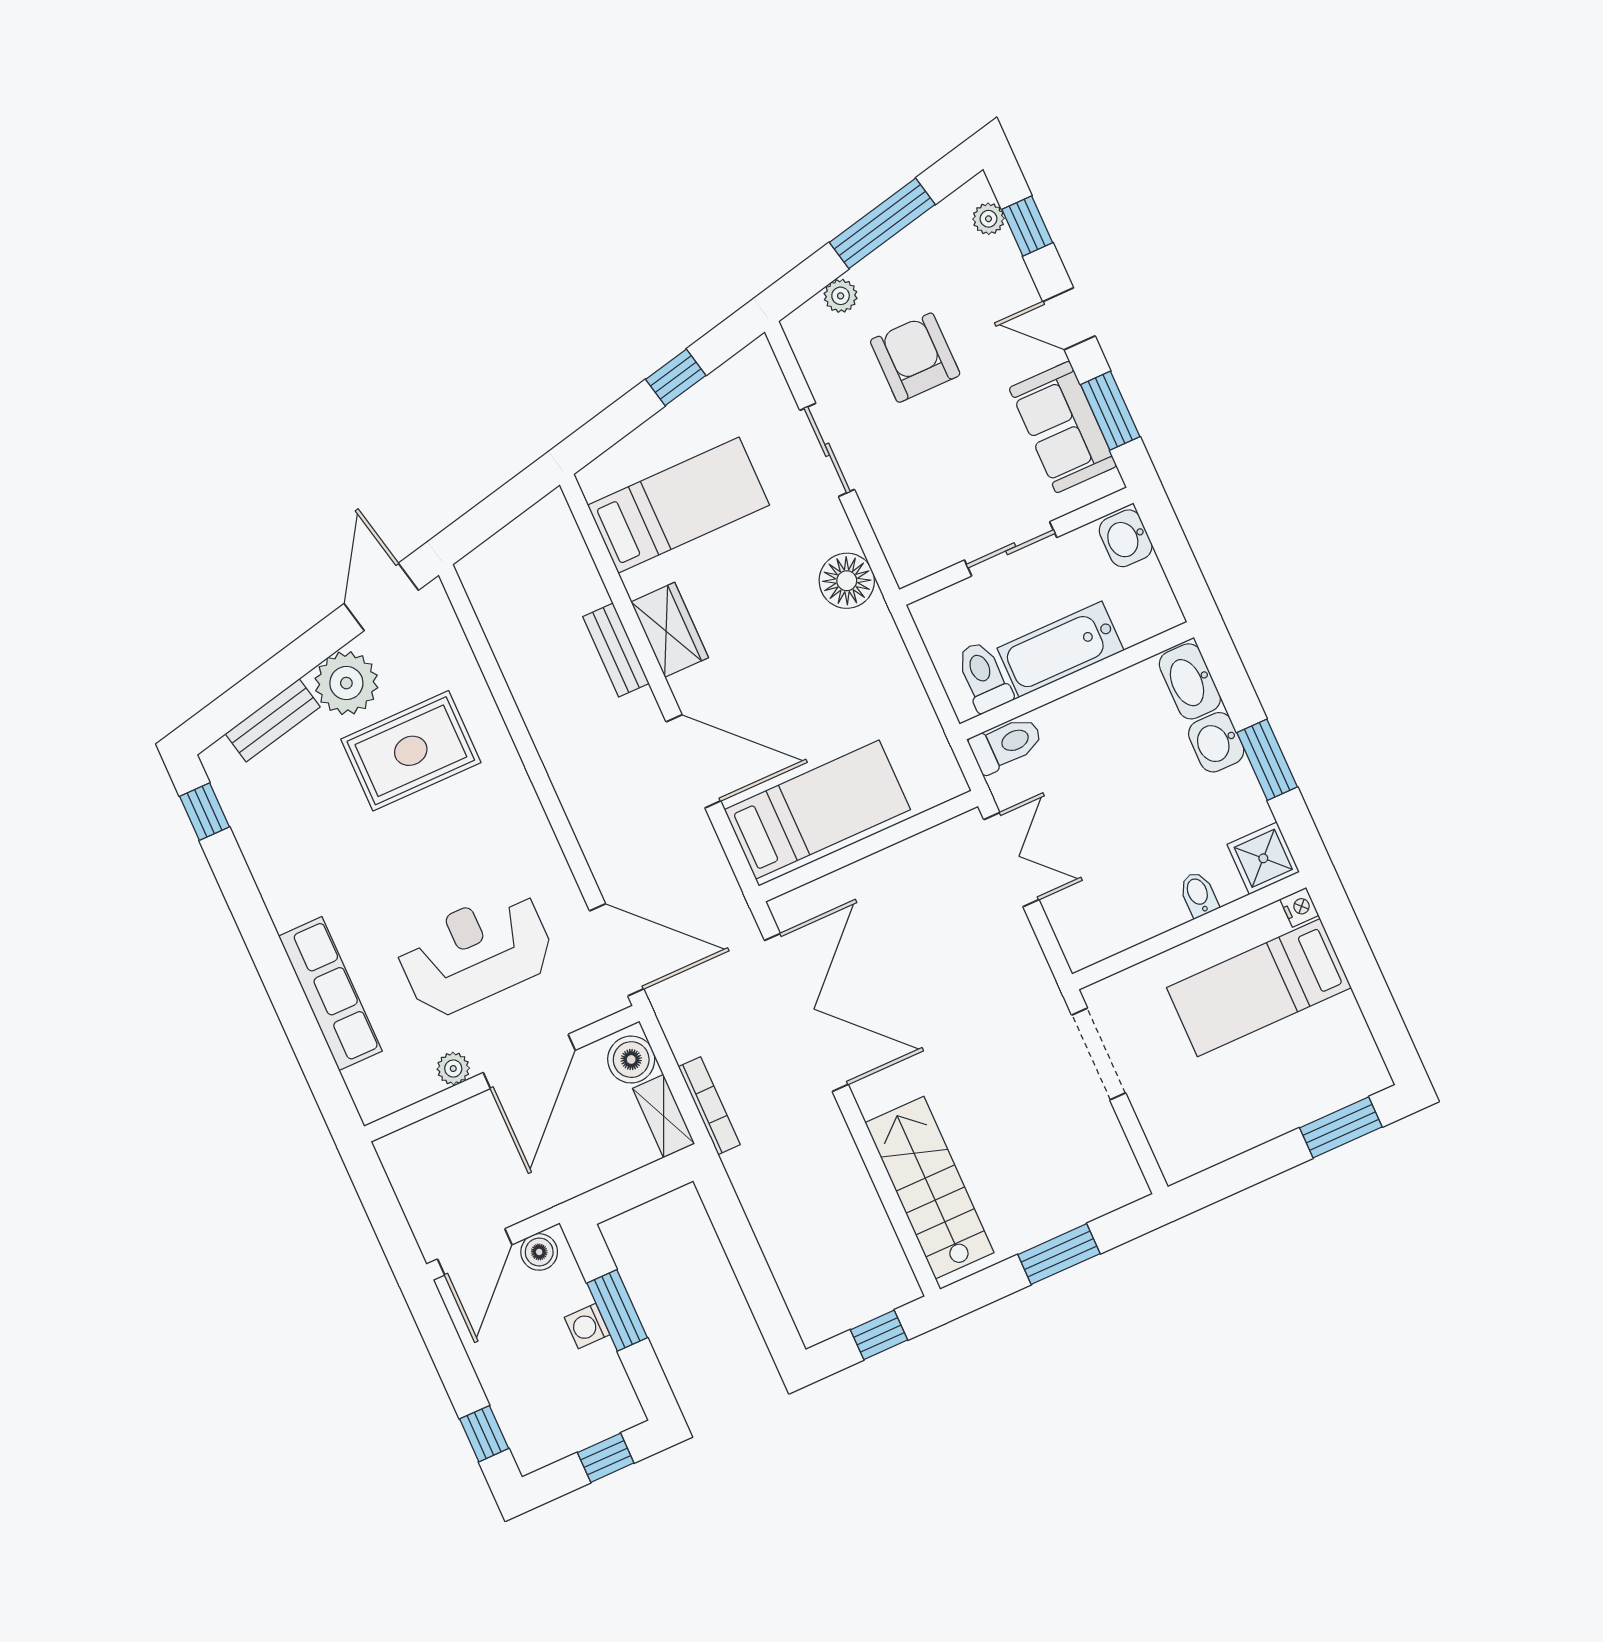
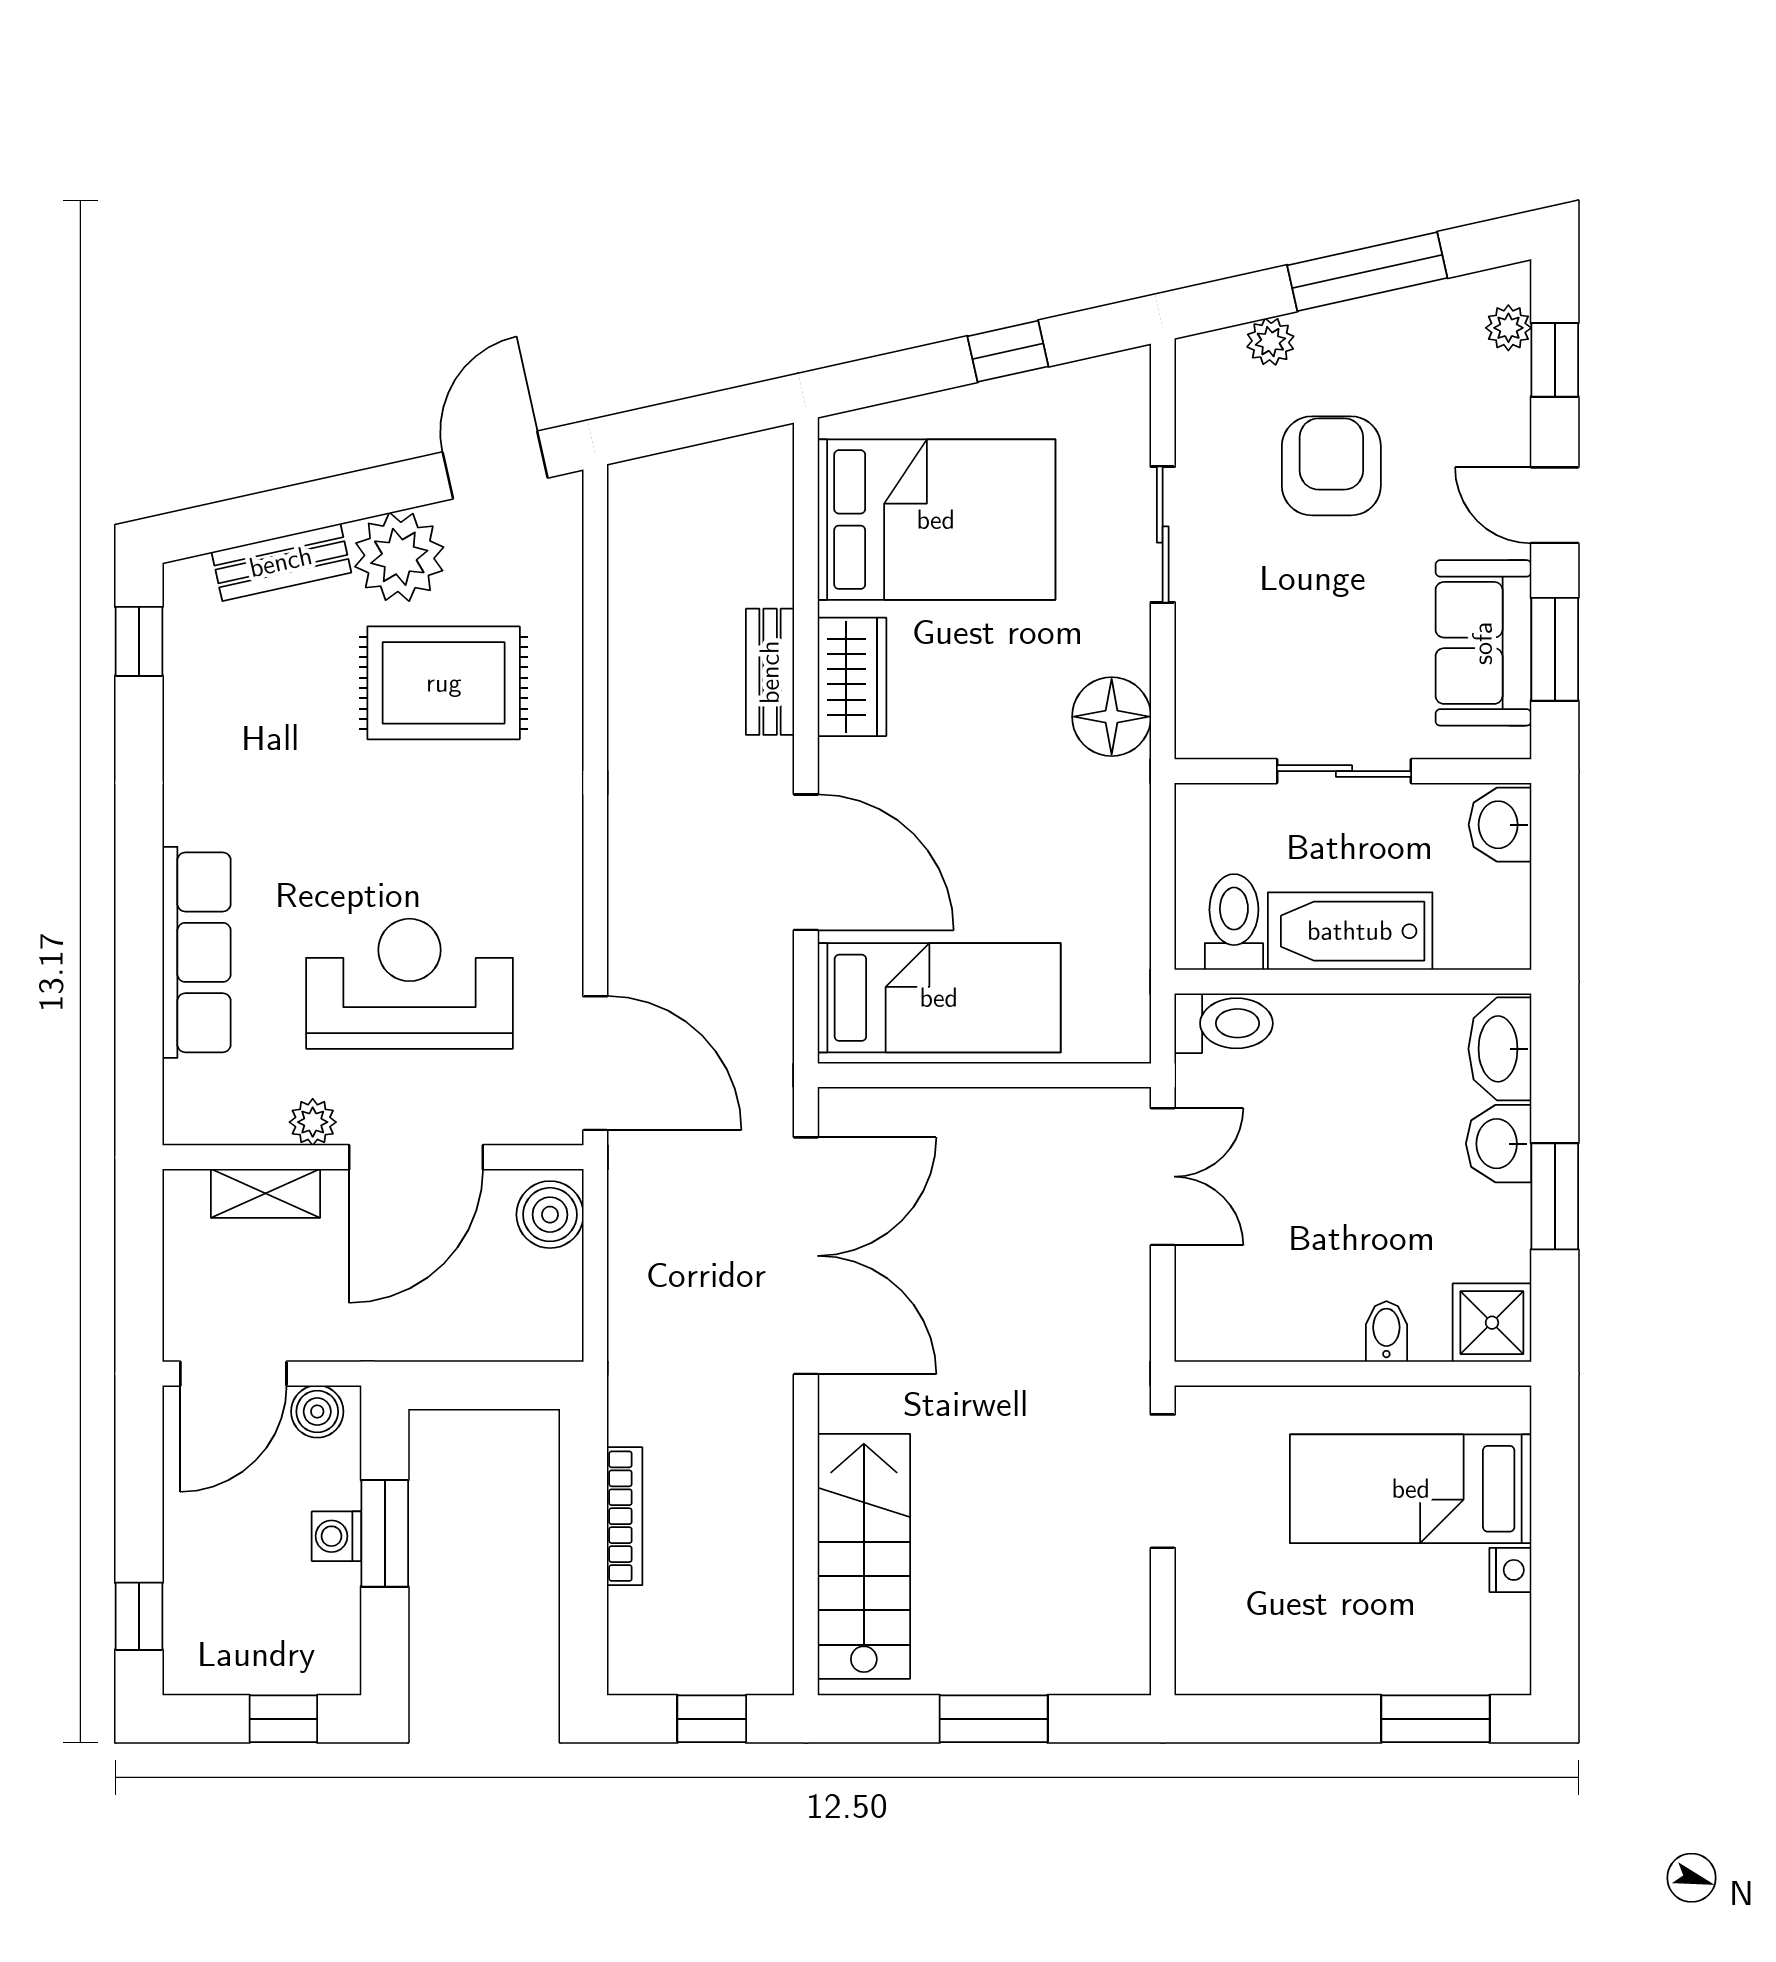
bed: (679, 505) -> (936, 520), width x1.50
nightstand: (1299, 907) -> (1510, 1570), moved
bookcase: (709, 1106) -> (625, 1516), moved
shelving: (664, 1116) -> (266, 1193), moved, turned 90

